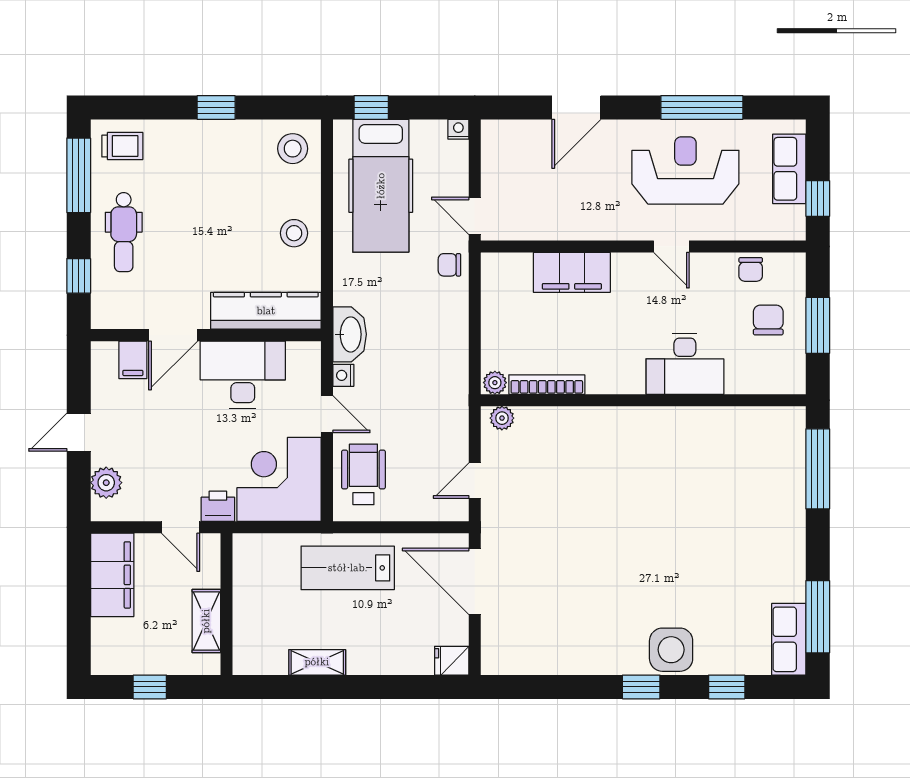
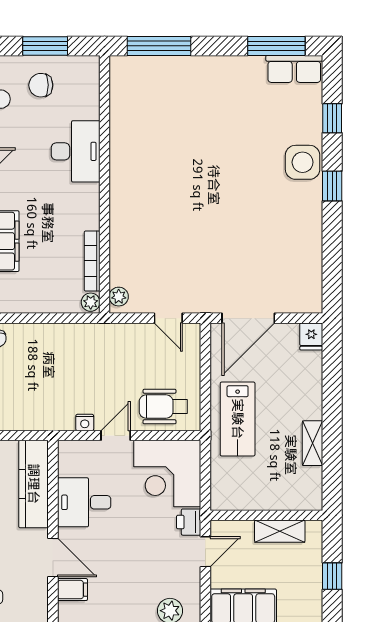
washbasin: (350, 334) -> (52, 417), removed
desk: (243, 375) -> (84, 502), width x0.73

